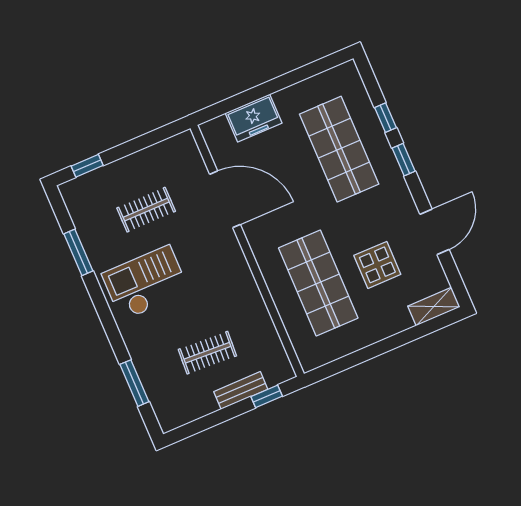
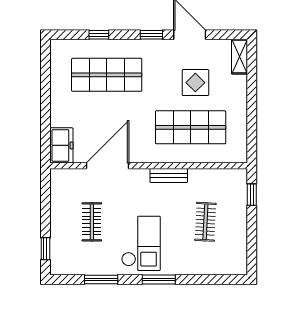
freezer: (254, 118) -> (61, 145), moved
window: (404, 160) -> (151, 35), moved
checkout: (146, 283) -> (141, 243), turned 180
window: (134, 383) -> (159, 280), moved
bench: (241, 390) -> (169, 176), moved, turned 90

